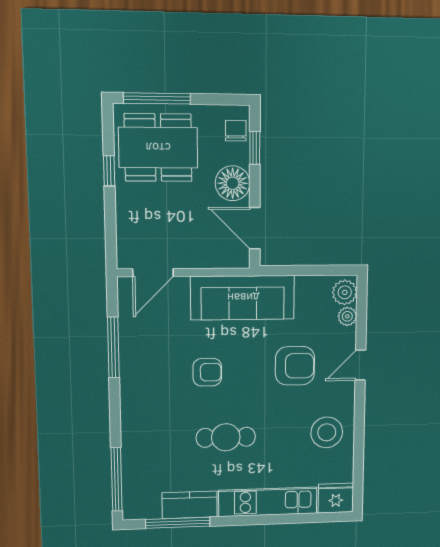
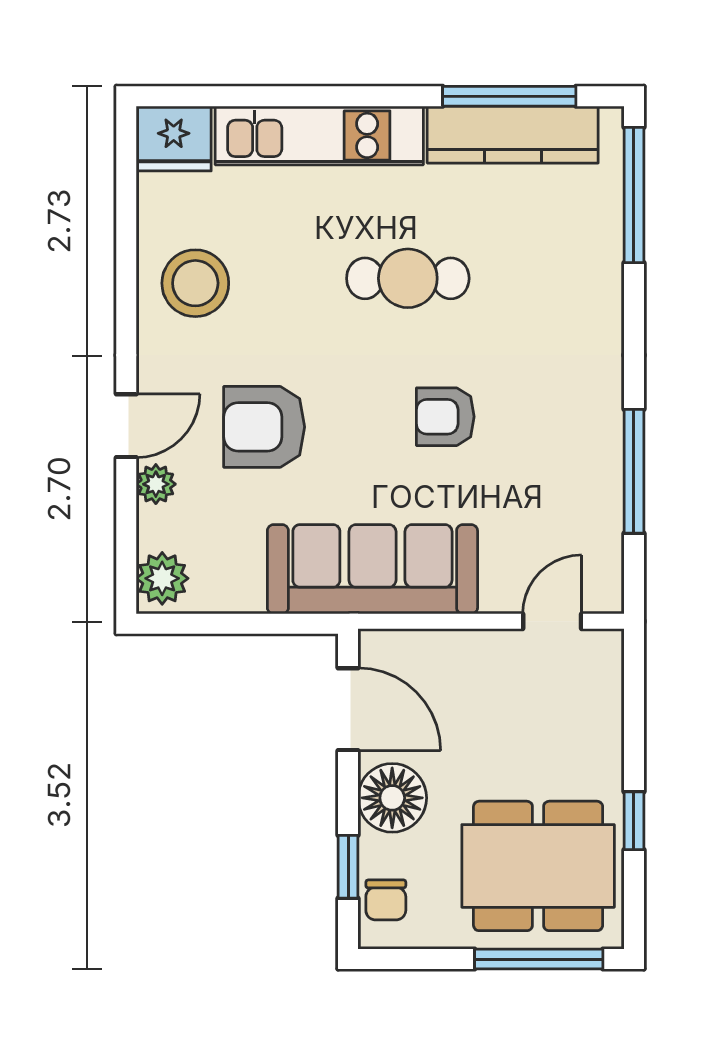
door: (153, 273) -> (552, 621), width x0.73
plant: (347, 316) -> (156, 484), moved
kitchen counter: (190, 505) -> (513, 135), width x1.50

